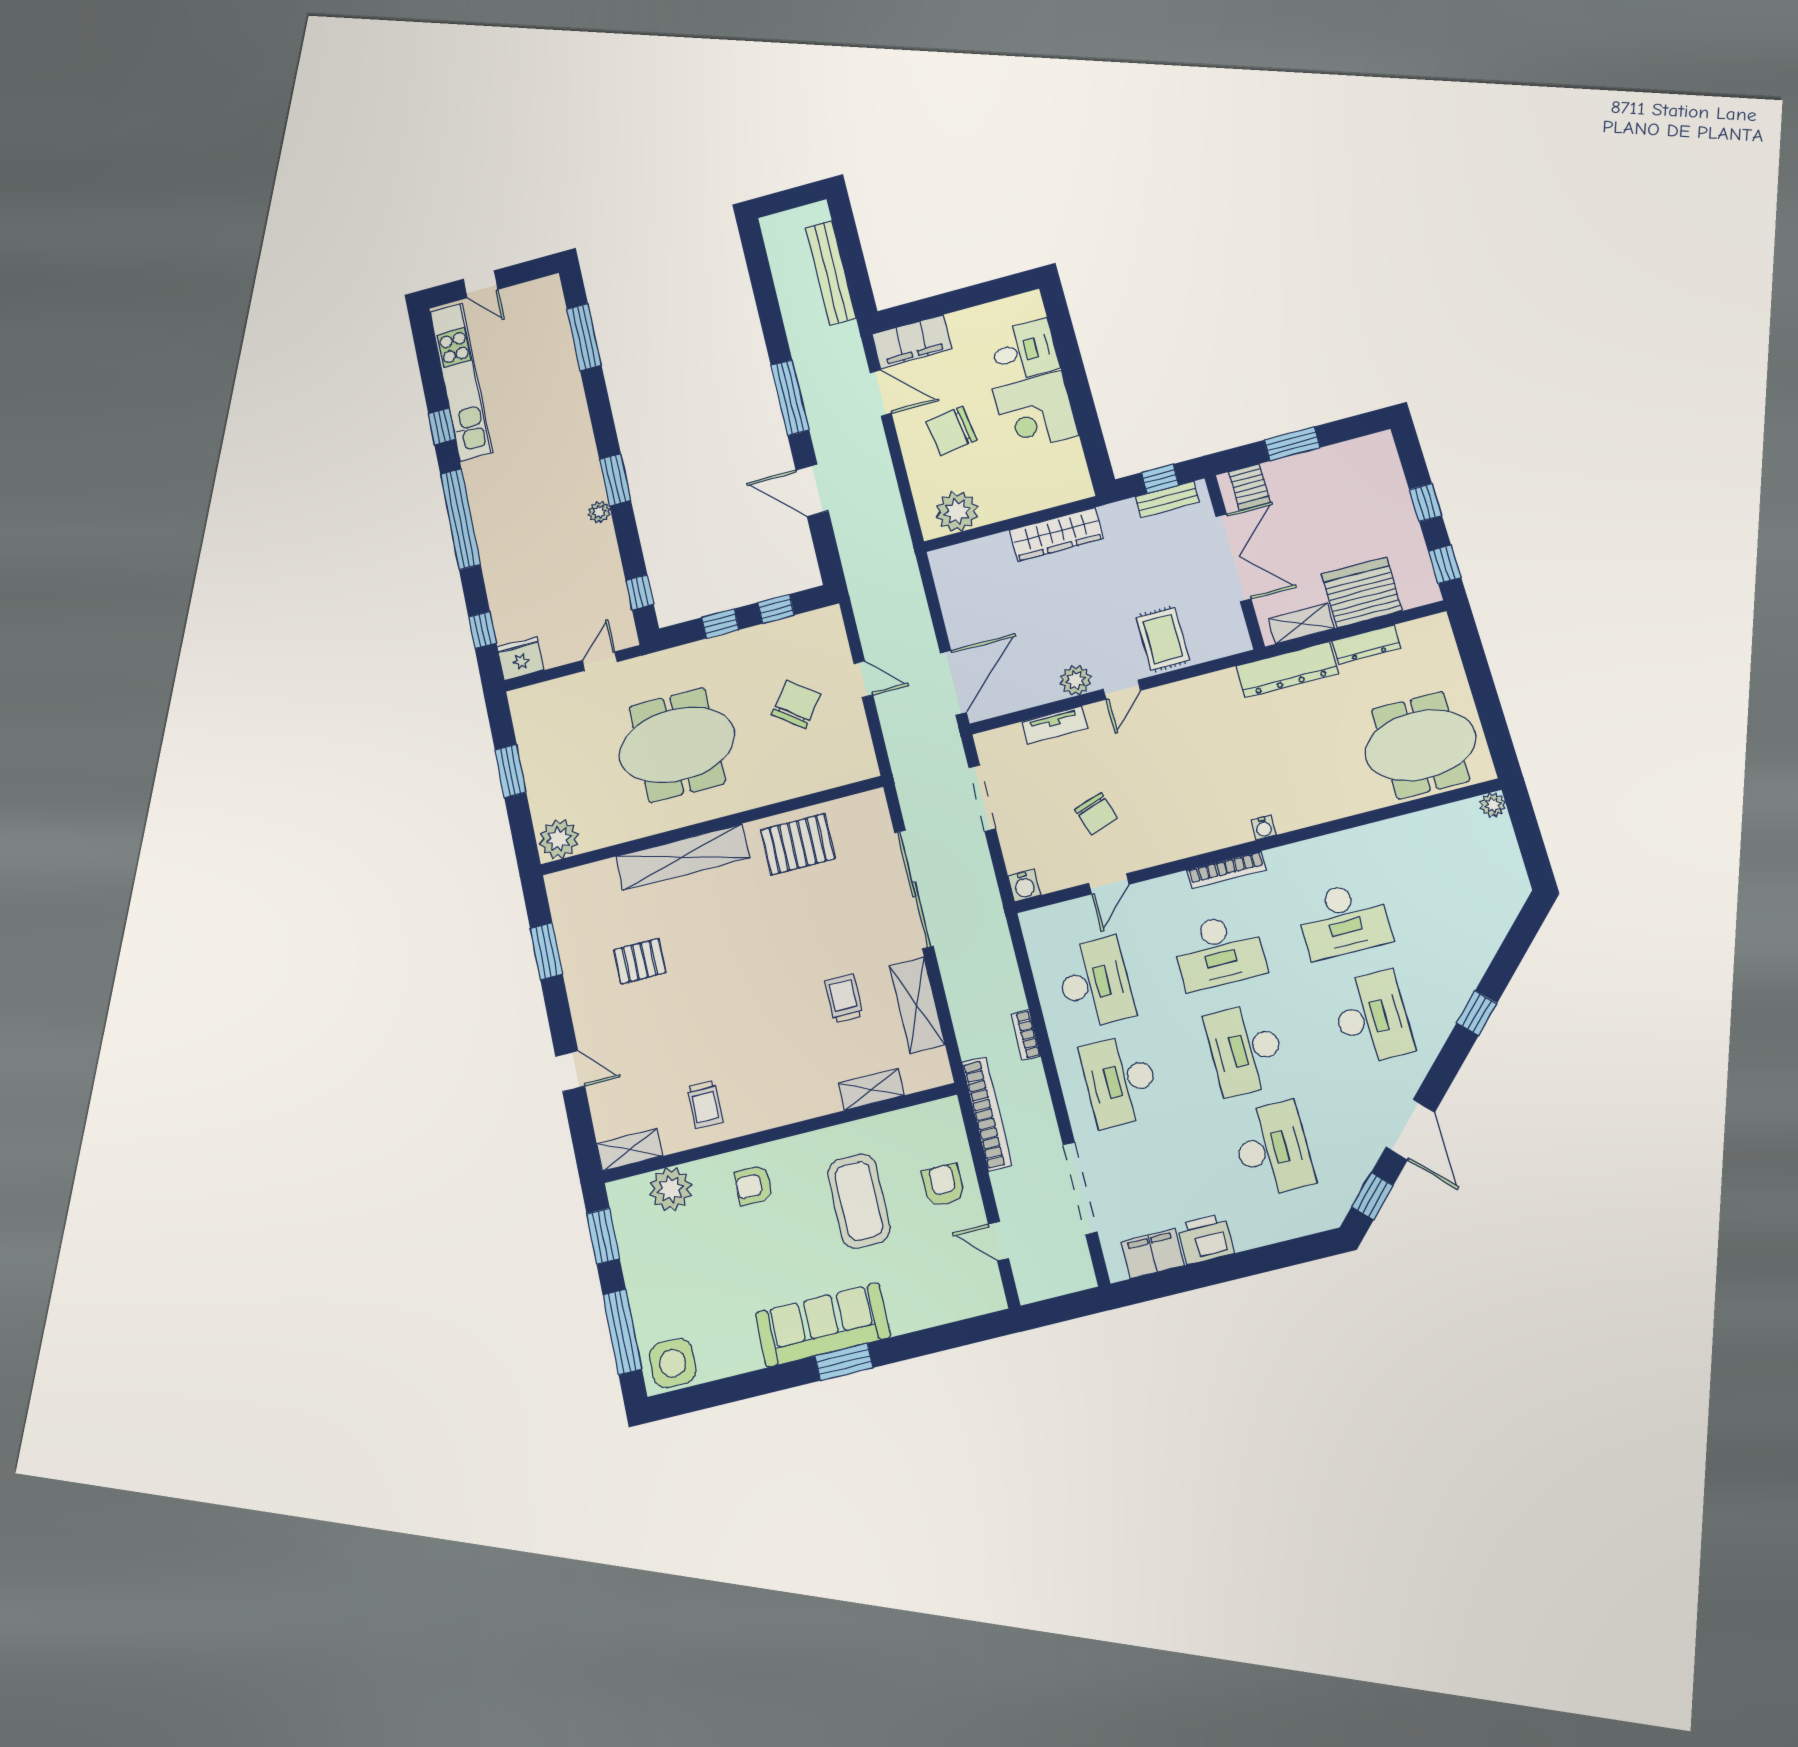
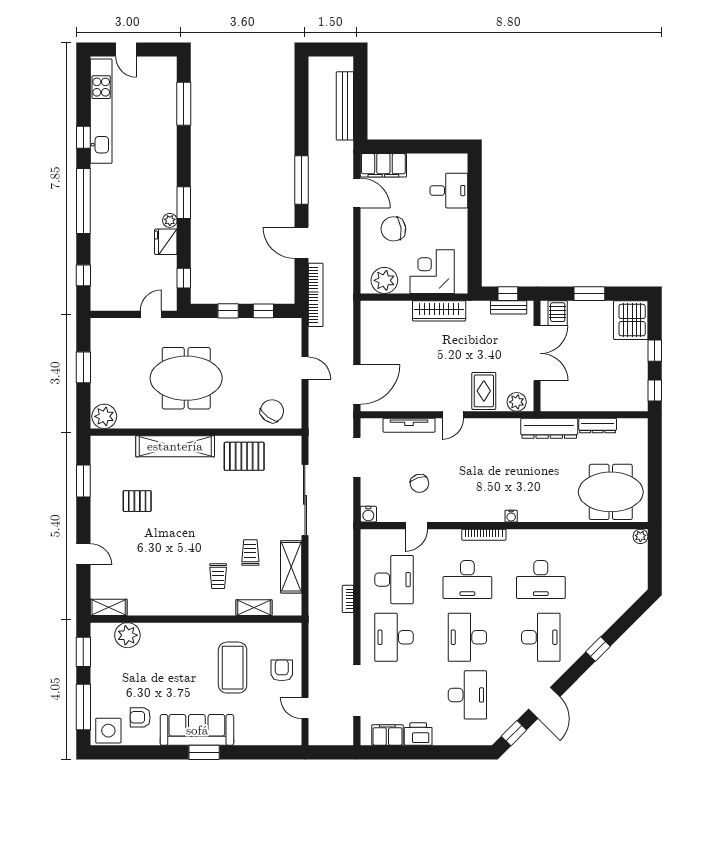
corner desk: (1035, 412) -> (432, 272), moved, turned 90
server rack: (1362, 592) -> (631, 320), moved, turned -90
shelving: (1302, 623) -> (565, 403), removed
fridge: (521, 659) -> (166, 242), moved, turned -90
plant: (1076, 680) -> (517, 402), moved
chair: (796, 704) -> (272, 411), moved
tv unit: (1055, 725) -> (409, 425), width x1.41
trolley: (705, 1104) -> (218, 576), moved
bookcase: (987, 1114) -> (316, 295), moved
armchair: (754, 1185) -> (140, 717), moved

